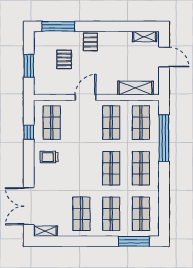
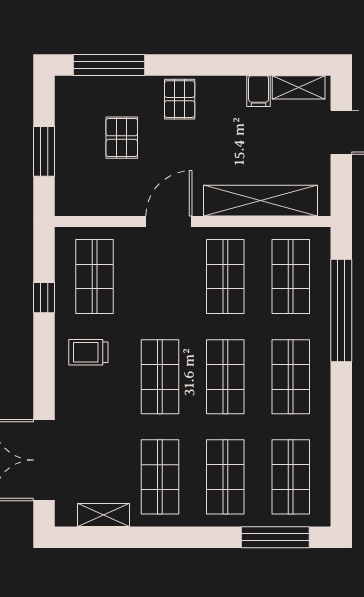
filing cabinet: (126, 38) -> (259, 91), added
shelving: (135, 88) -> (261, 201), width x1.47
shop shelf: (81, 168) -> (160, 377), added
shelving: (45, 231) -> (104, 515), moved

